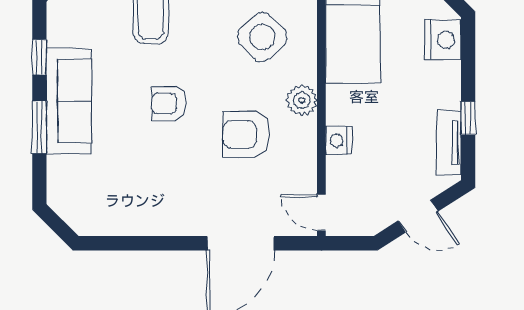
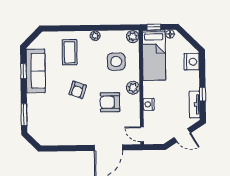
side table: (262, 37) -> (116, 62), turned 45
sofa: (69, 101) -> (36, 71), moved
armchair: (169, 104) -> (78, 90), turned -71
window: (39, 127) -> (24, 115), moved

